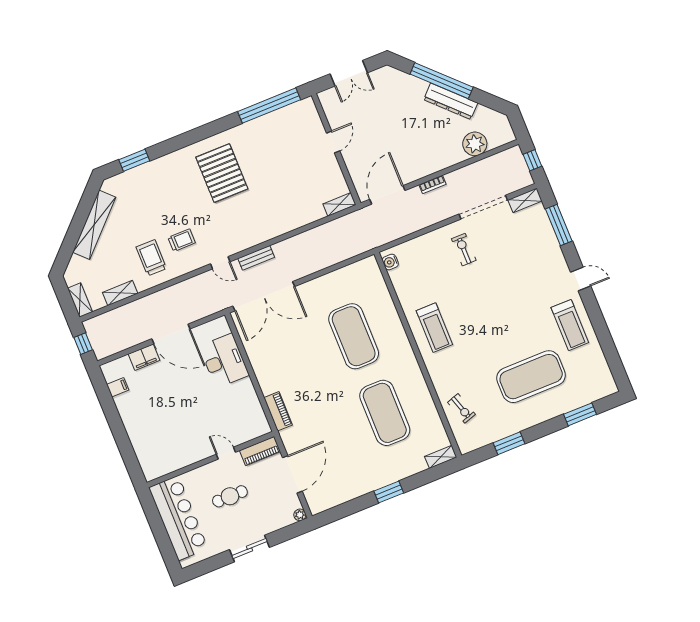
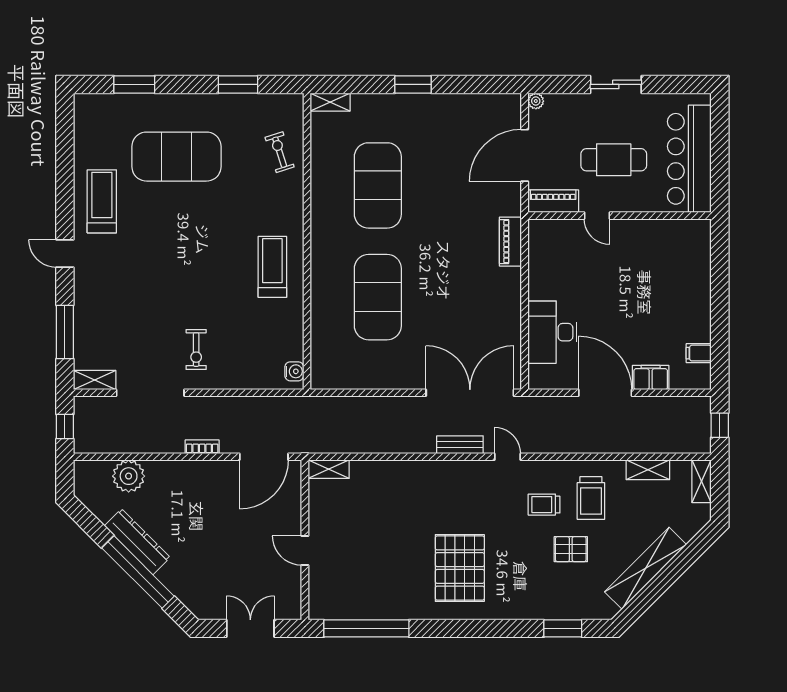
door: (333, 142) -> (305, 551), hinge flipped
pallet: (151, 217) -> (571, 549), added
cafe table: (230, 496) -> (614, 160), width x1.37, depth x1.35

